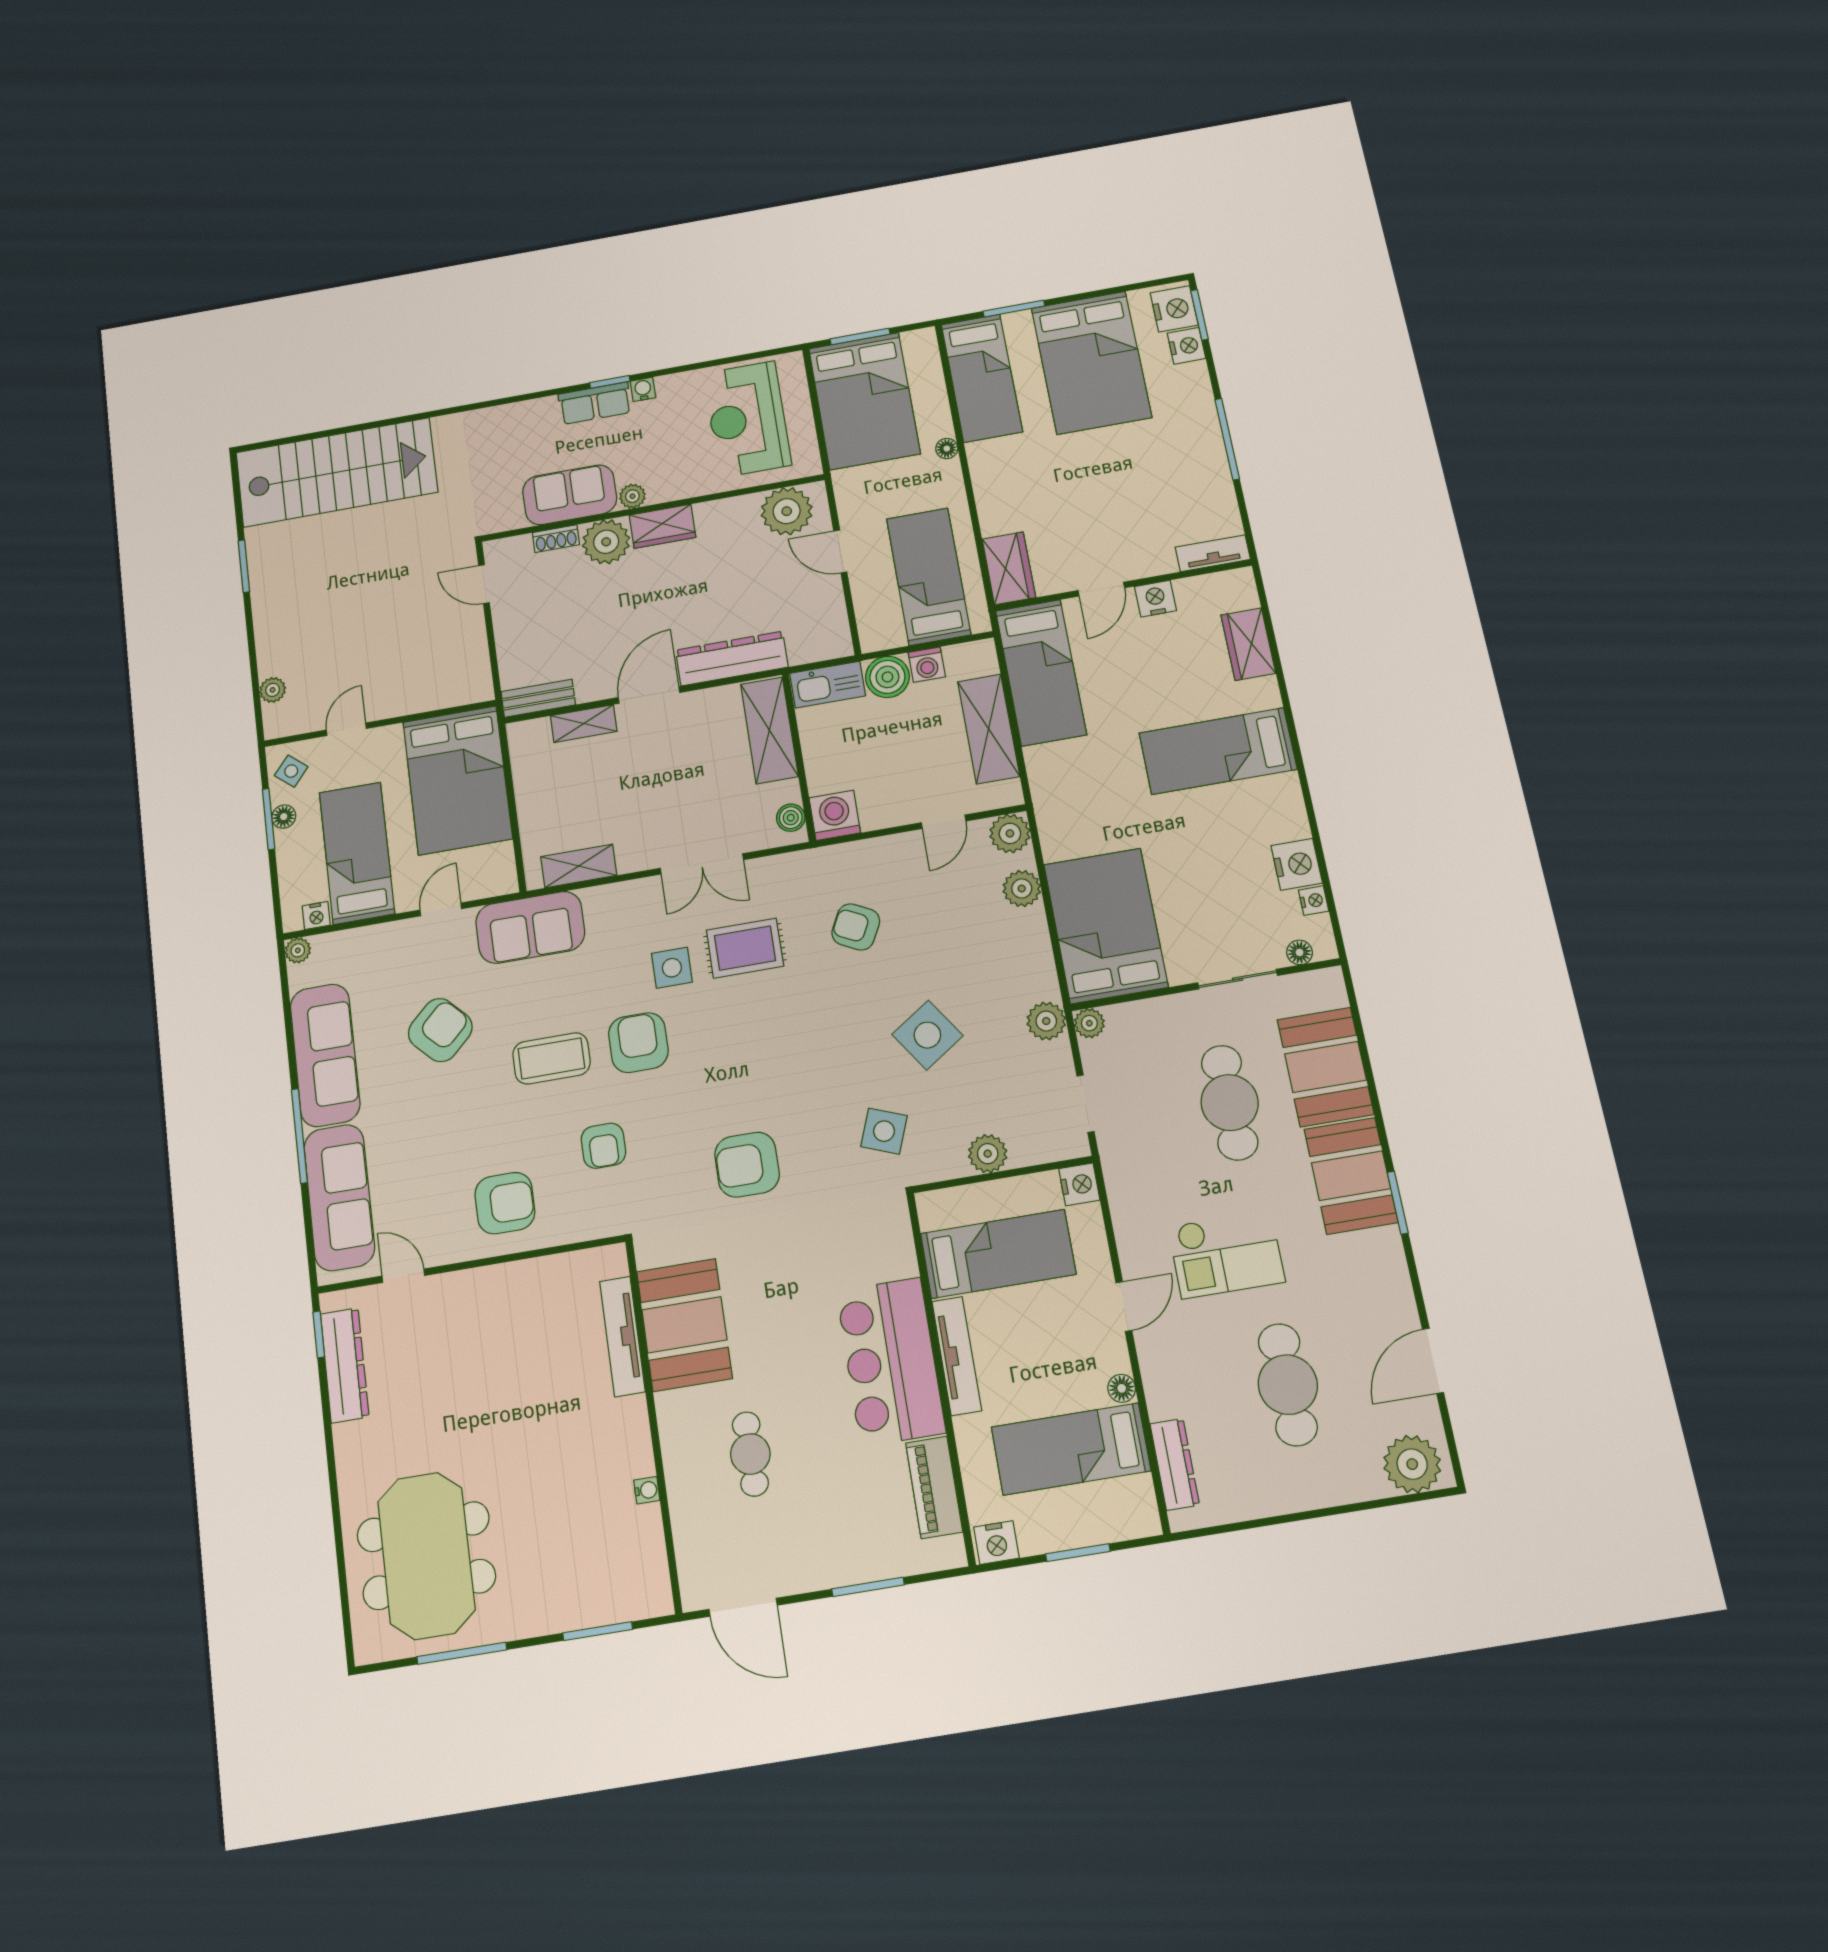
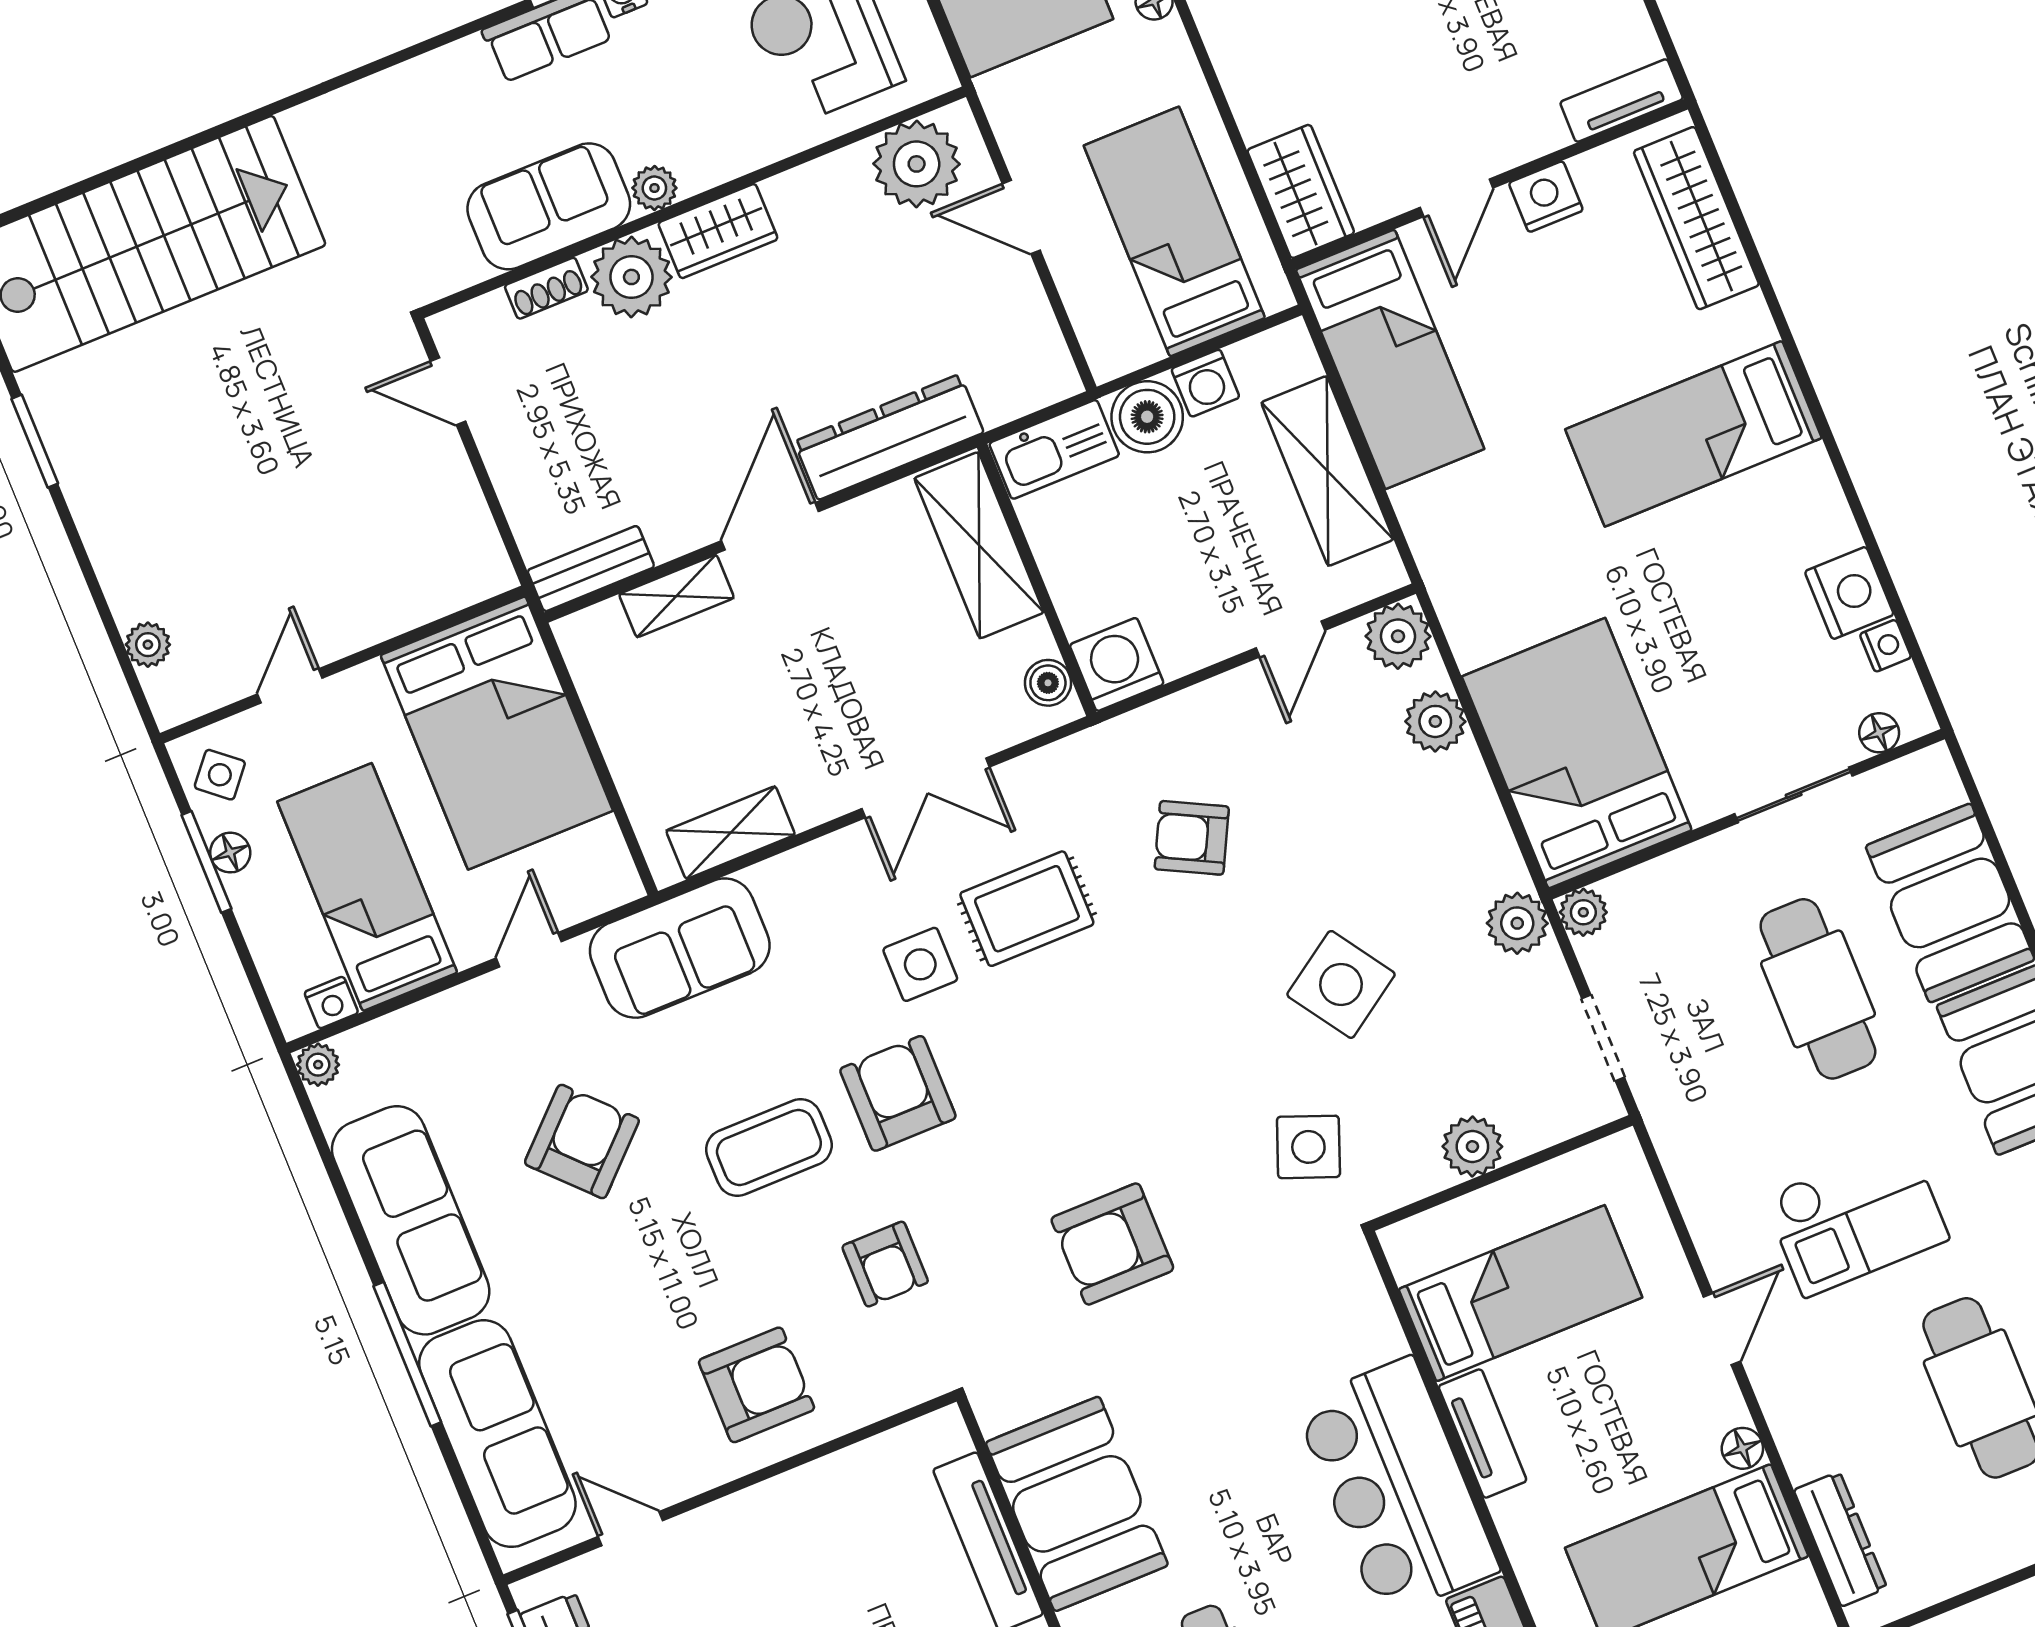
wardrobe: (1248, 644) -> (1696, 218), width x1.50
nightstand: (1079, 1184) -> (1619, 1162), removed
tv unit: (957, 1356) -> (1483, 1433), width x0.71

